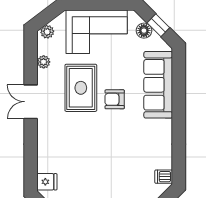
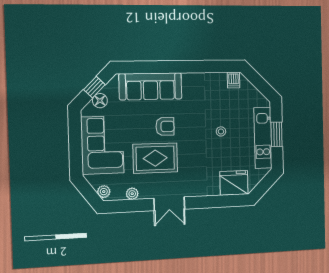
armchair: (115, 99) -> (165, 126), turned -90
stool: (107, 161) -> (221, 131), added
fridge: (47, 182) -> (234, 183), width x1.88, depth x1.34

